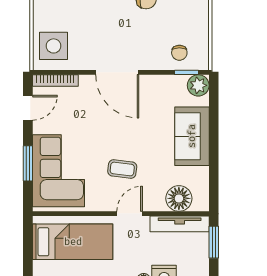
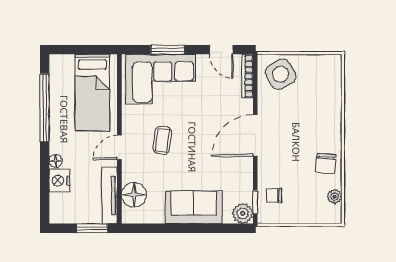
side table: (54, 46) -> (281, 74), turned -30
door: (130, 214) -> (119, 147), swing flipped

